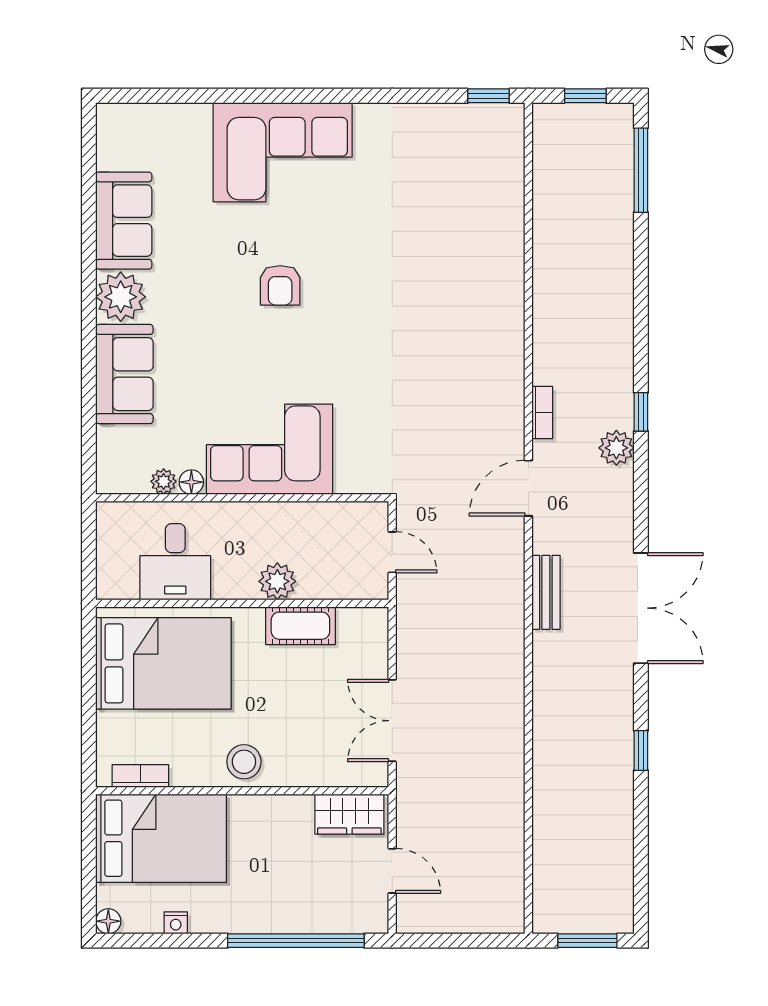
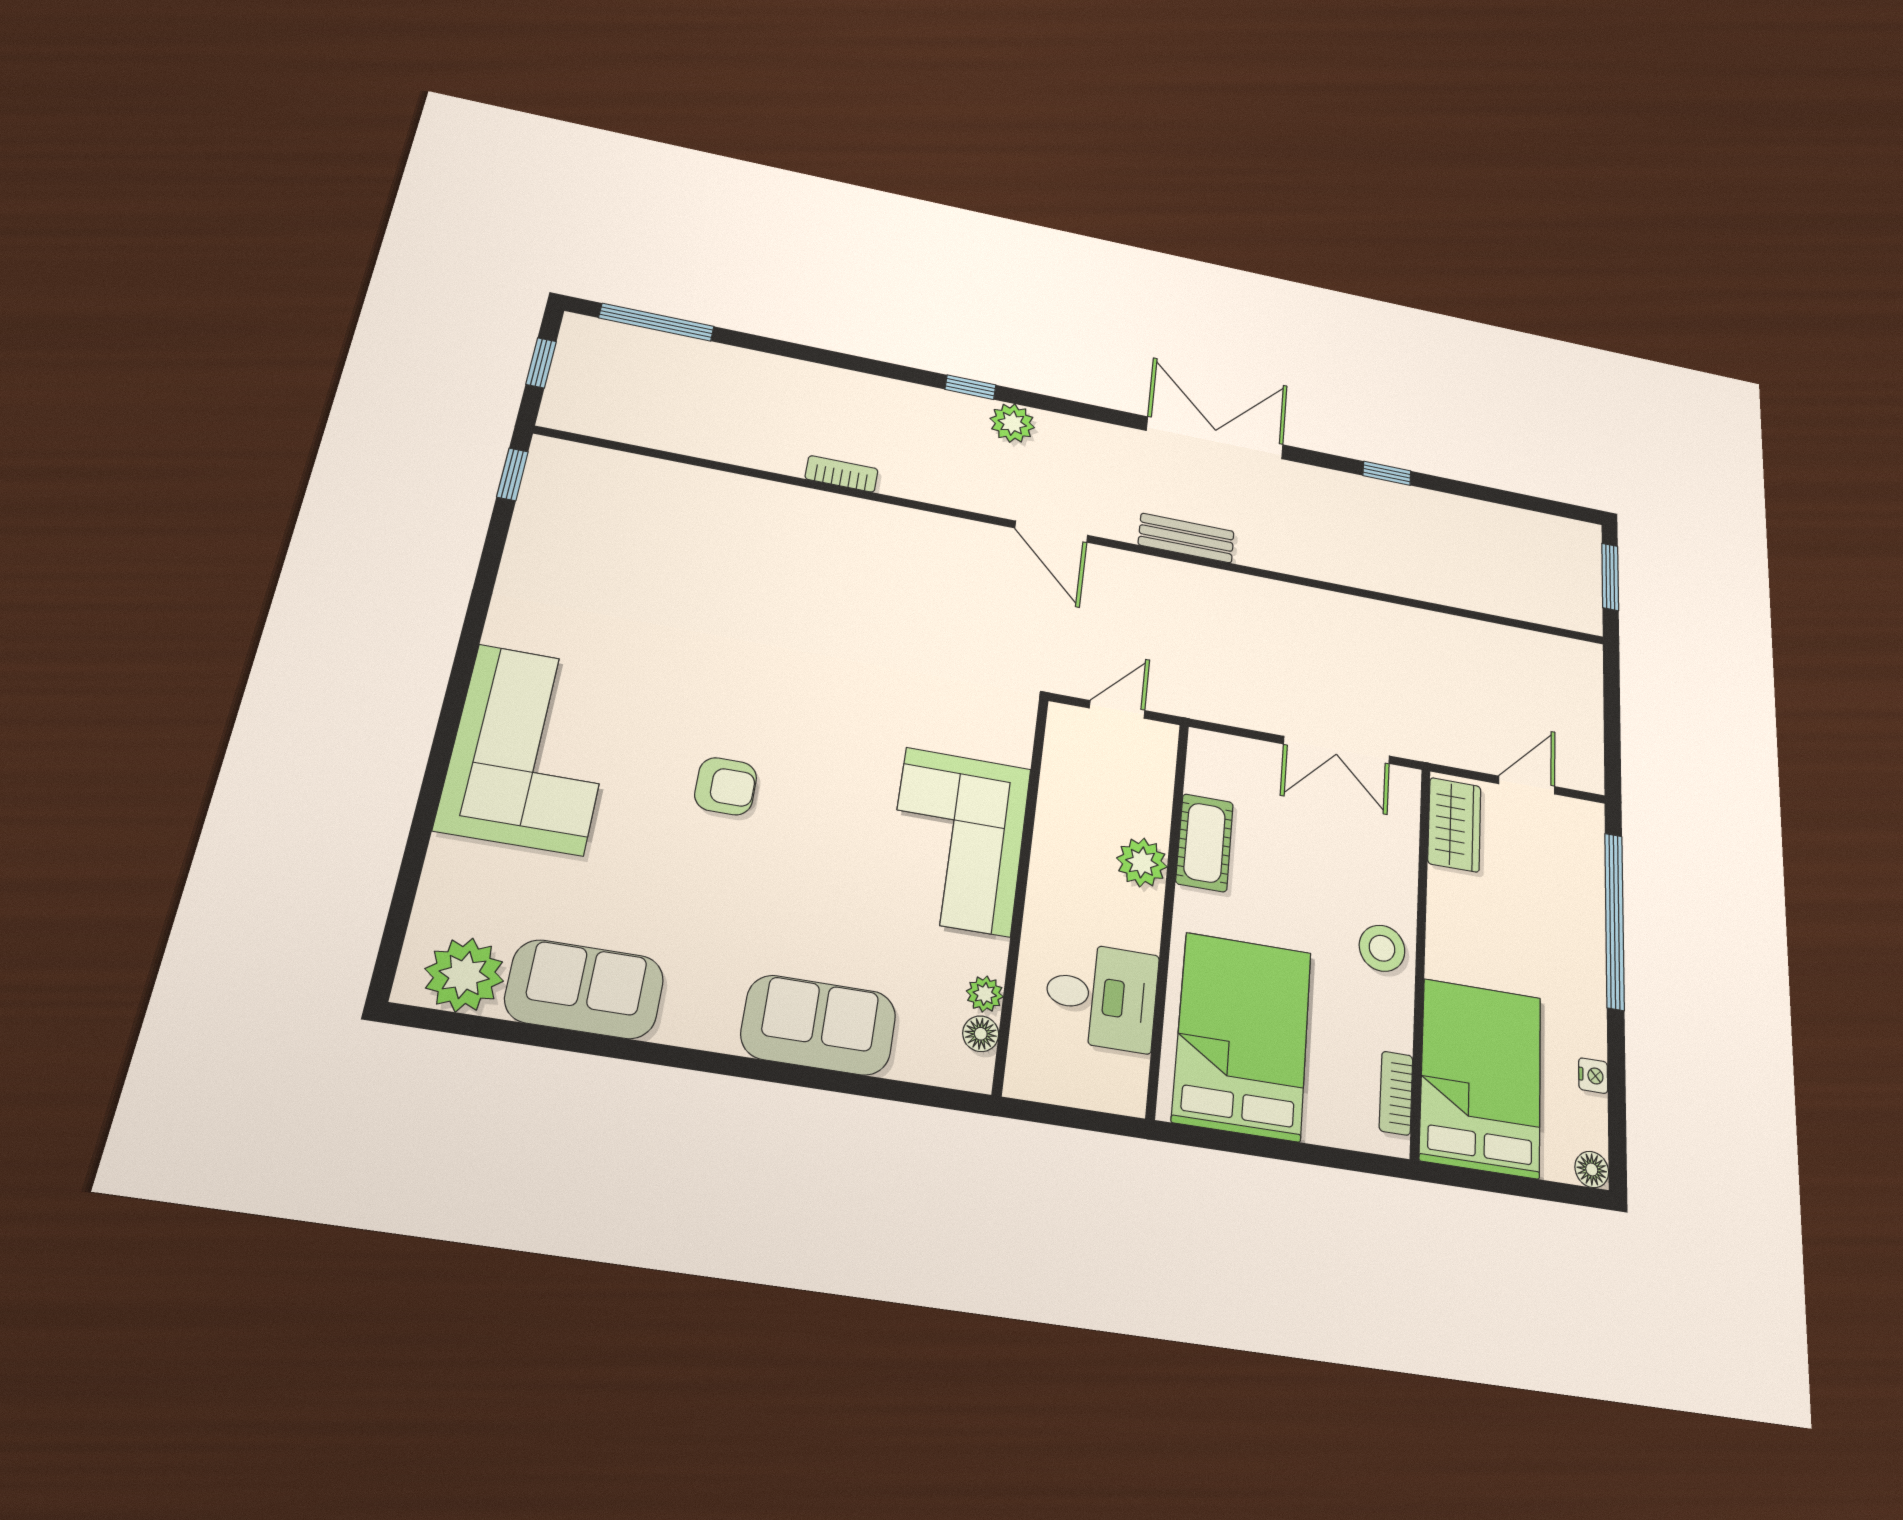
plant: (121, 297) -> (464, 975), moved
bookcase: (542, 413) -> (842, 474), moved
floor lamp: (191, 482) -> (981, 1034), moved

